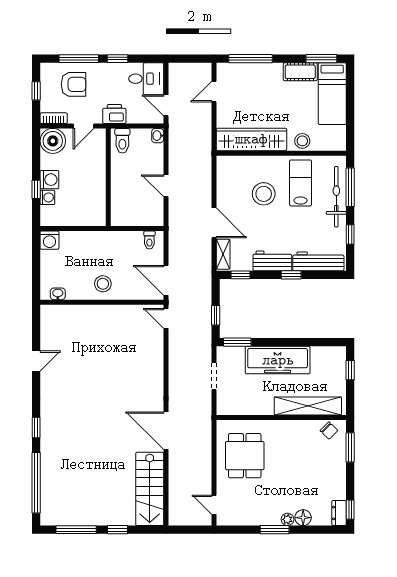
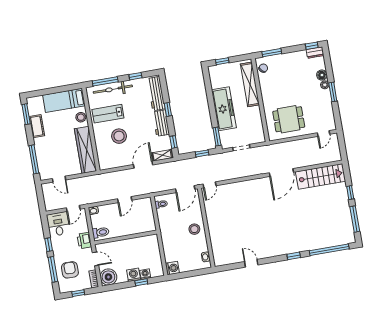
bed: (332, 94) -> (64, 100), moved, turned 180

